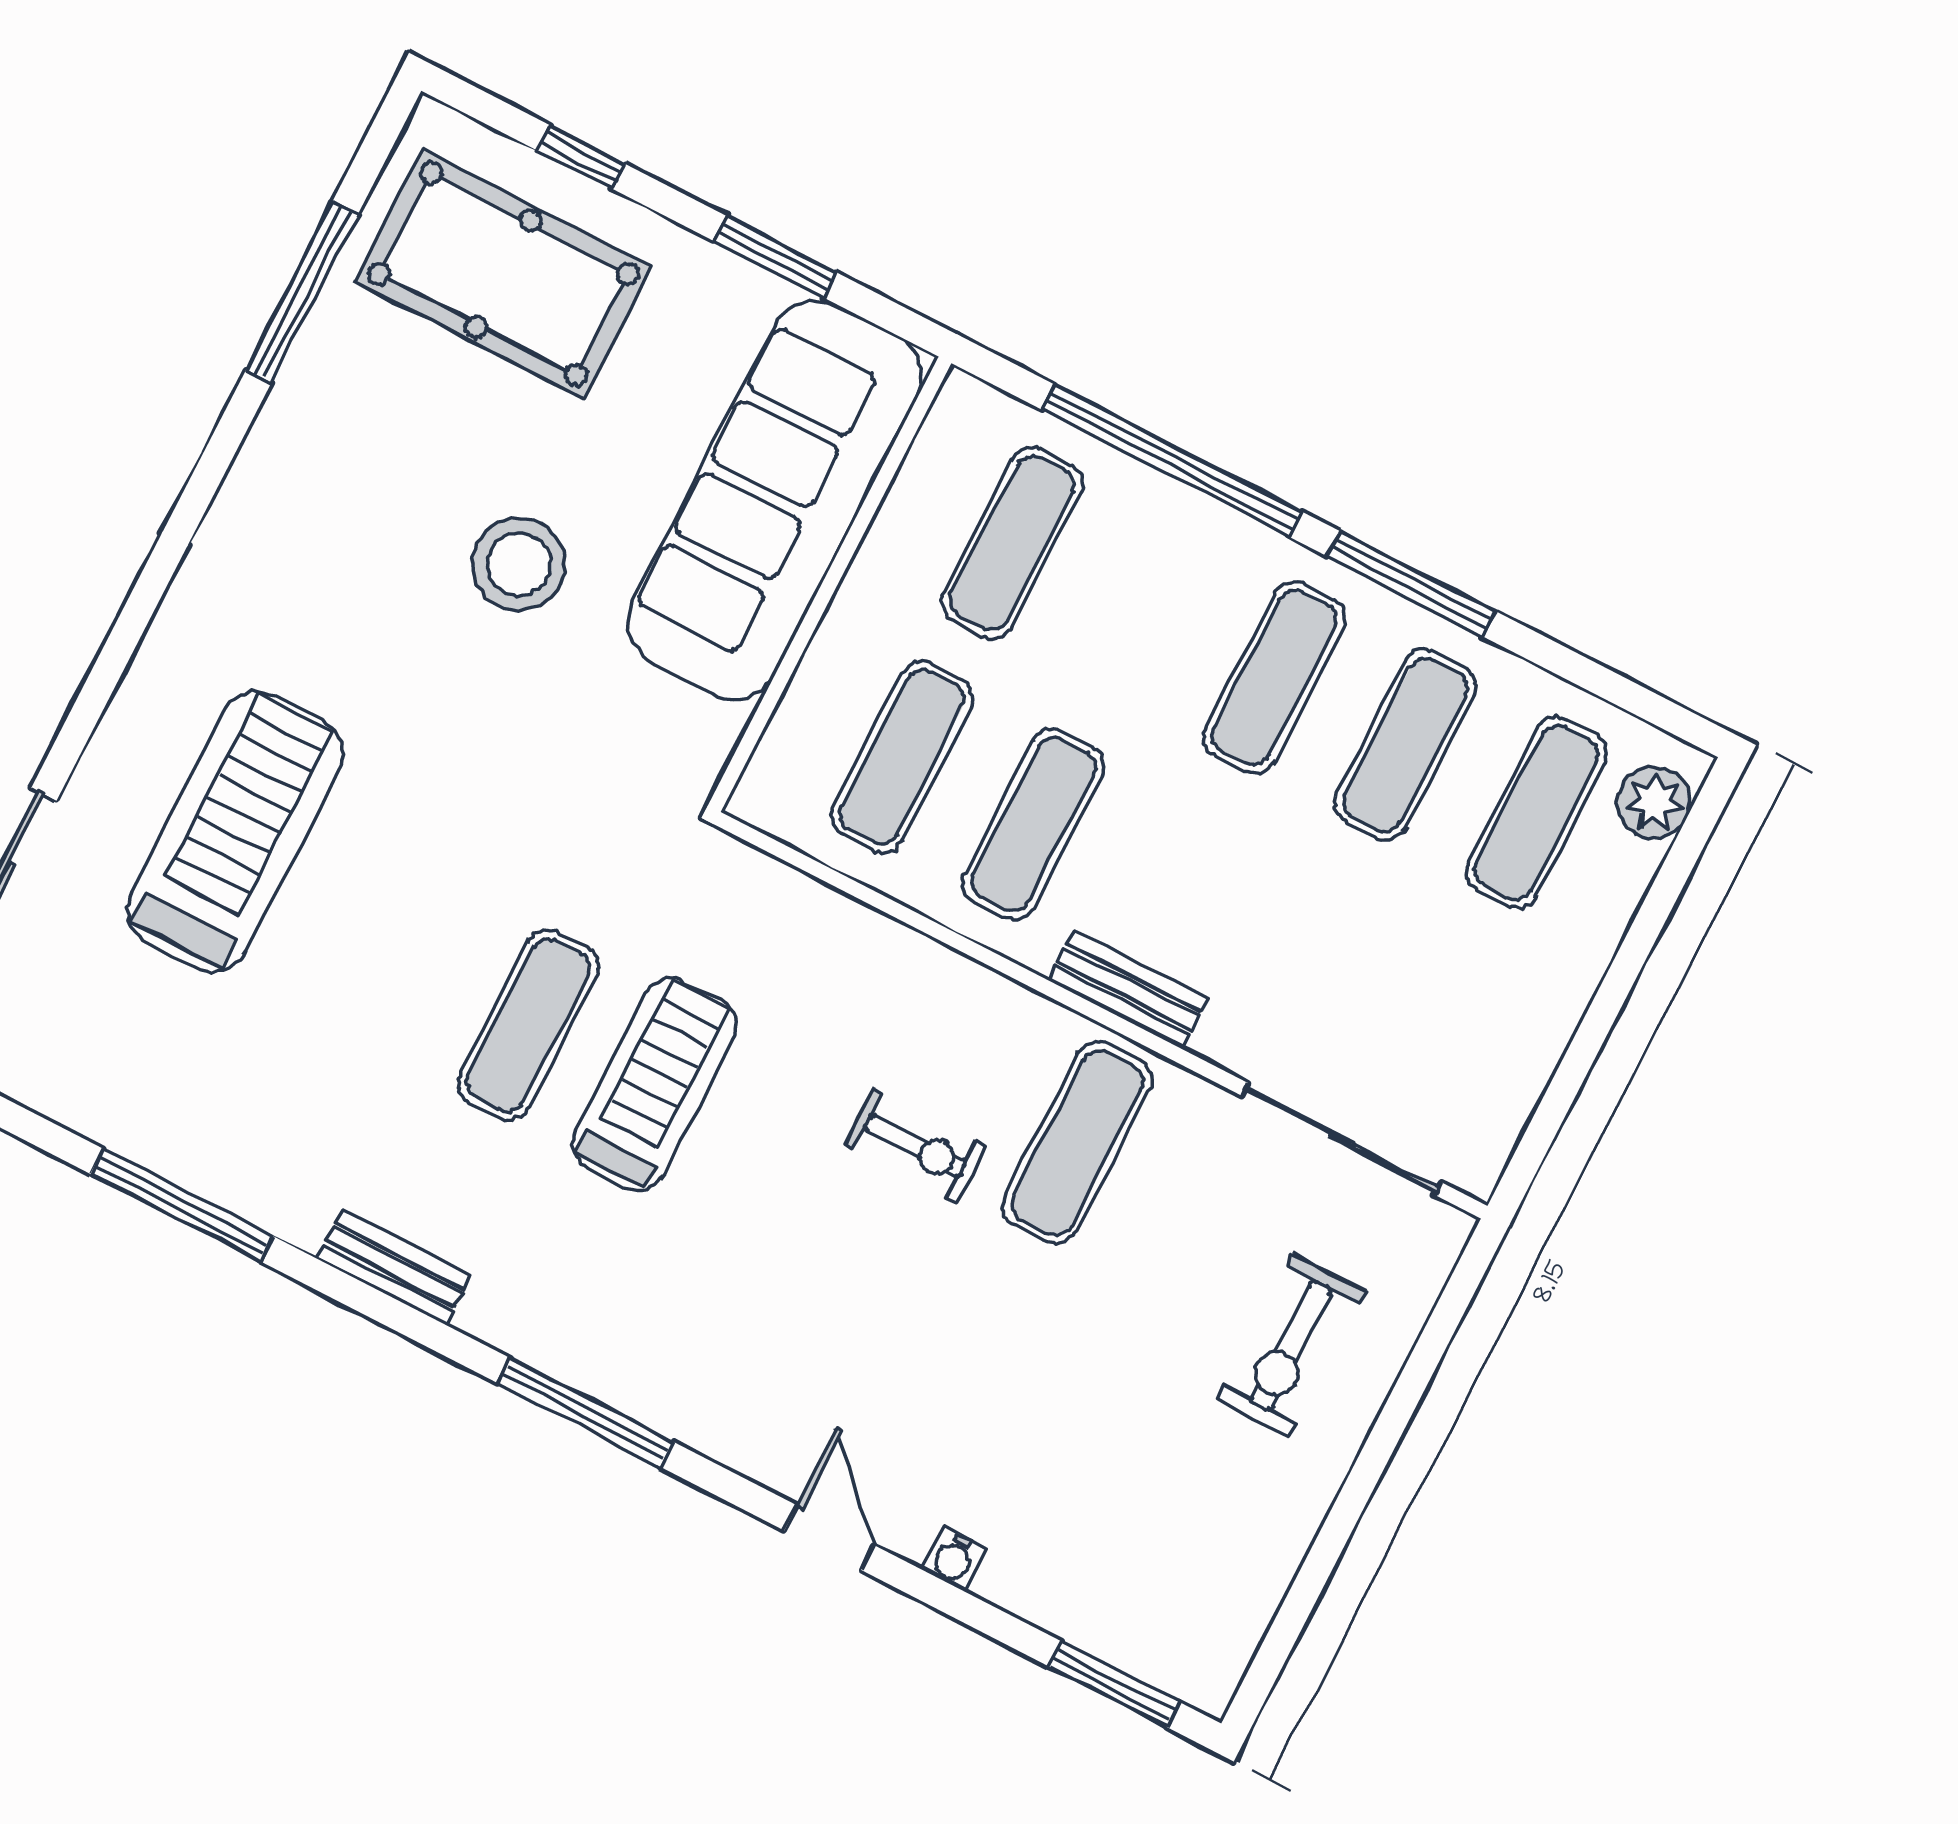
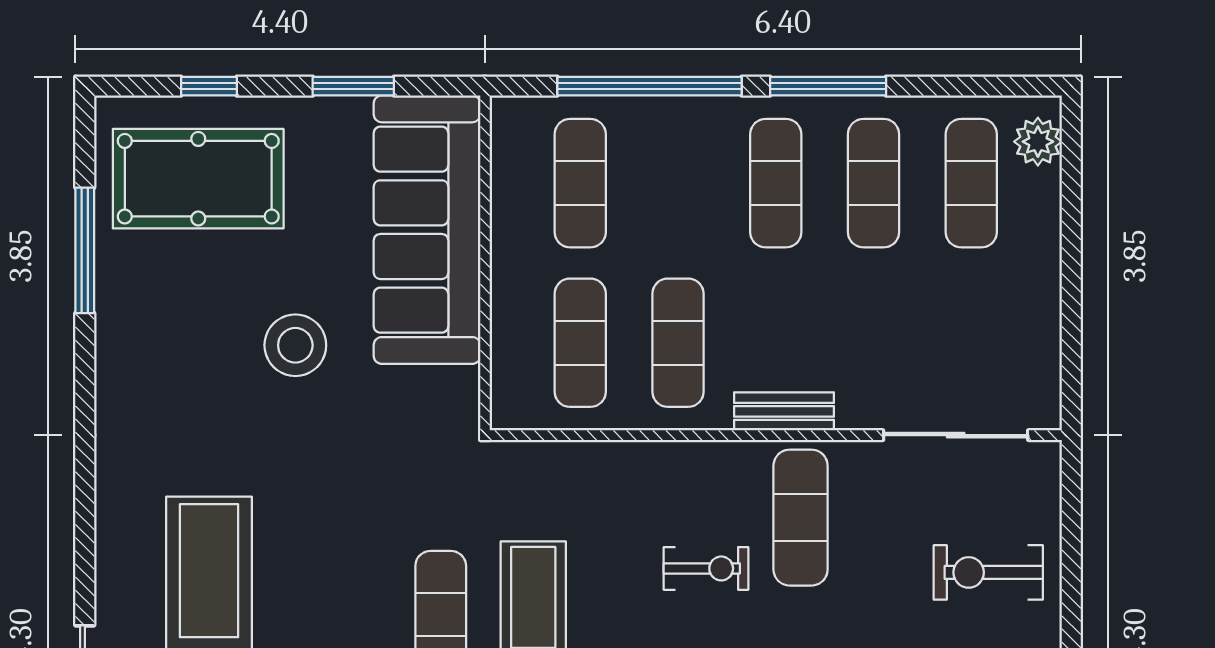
exercise bike: (1291, 1346) -> (988, 572), turned 90

